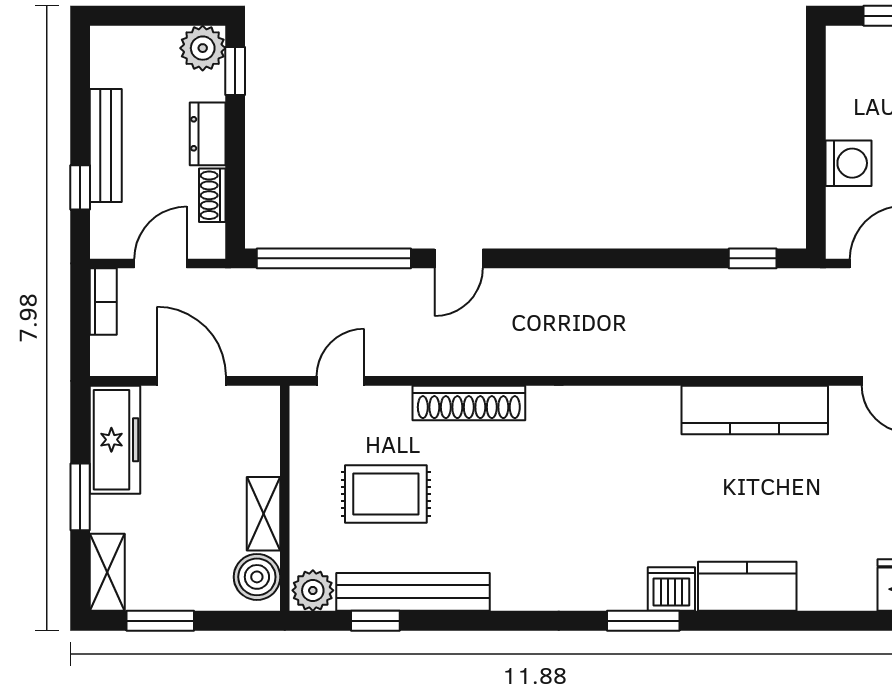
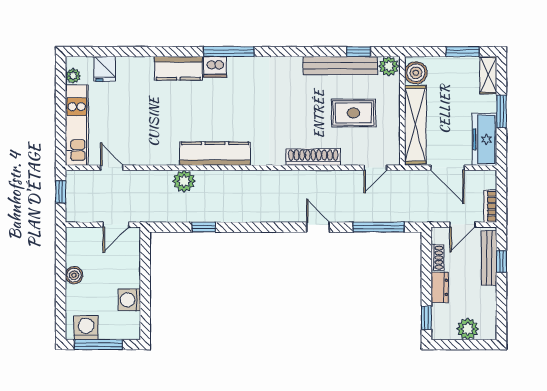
plant: (203, 48) -> (468, 329), moved
bench: (106, 146) -> (489, 258), moved
washing machine: (849, 163) -> (129, 300), moved
window: (334, 258) -> (379, 227), width x0.68
door: (459, 258) -> (318, 227), hinge flipped
window: (753, 258) -> (204, 227), moved
plant: (735, 353) -> (184, 181), added
kitchen counter: (755, 410) -> (215, 154), moved
shelving: (263, 514) -> (415, 125), width x2.20, depth x1.33
window: (643, 621) -> (229, 52), width x1.44

